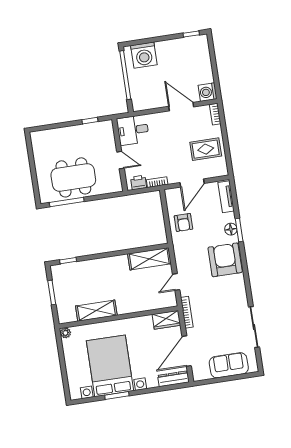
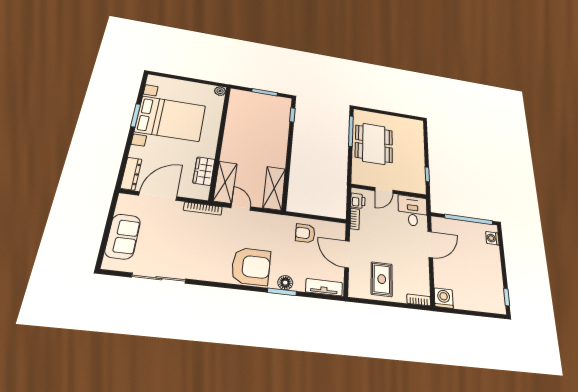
washing machine: (144, 55) -> (492, 238), width x0.53, depth x0.53
door: (181, 107) -> (430, 244), moved
shelving: (96, 311) -> (225, 182), moved
wardrobe: (166, 320) -> (204, 171), moved
door: (187, 351) -> (158, 196), hinge flipped

